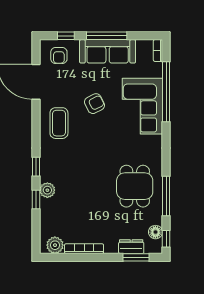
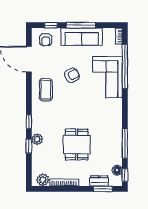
dining table: (135, 186) -> (77, 145), moved

